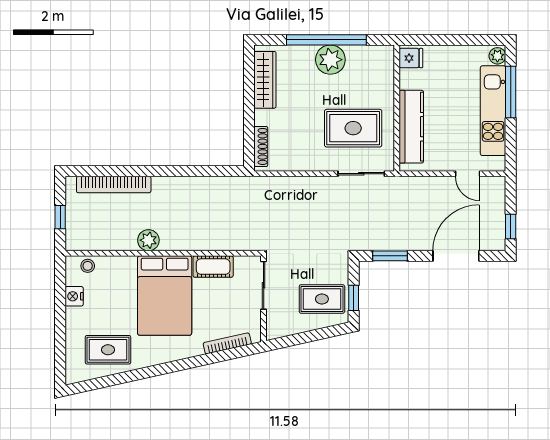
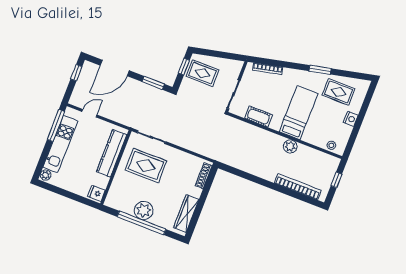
window: (511, 92) -> (56, 126), moved
door: (468, 174) -> (90, 113), hinge flipped
nightstand: (74, 296) -> (351, 119), moved
bed: (165, 296) -> (298, 113), width x0.67
window: (148, 372) -> (320, 70), added

